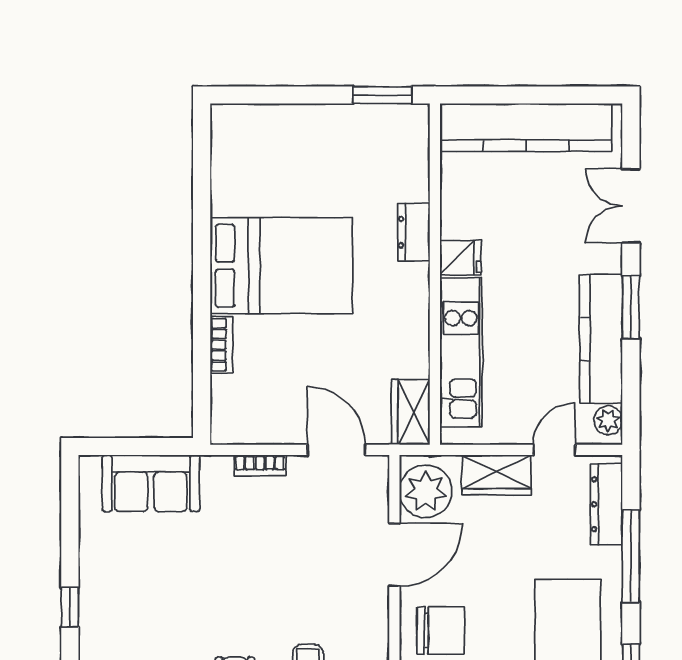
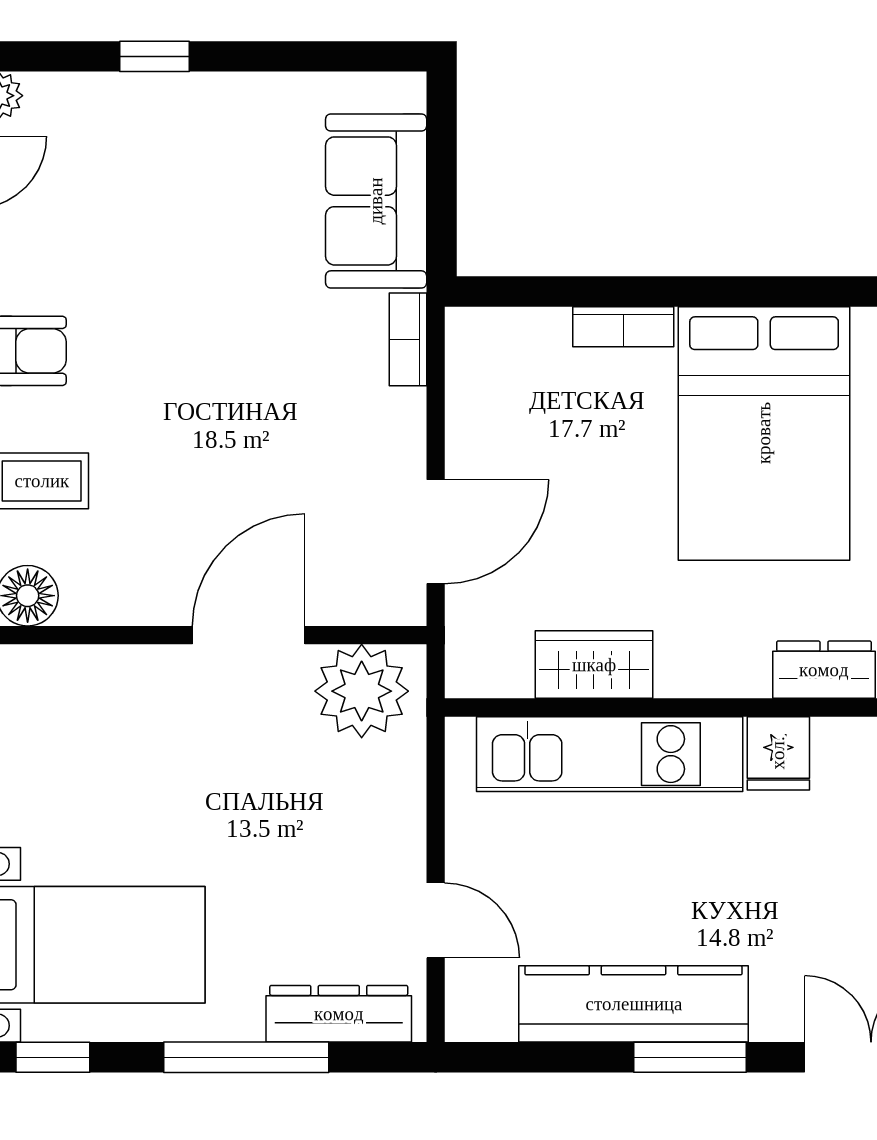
wardrobe: (411, 412) -> (594, 665), moved
plant: (608, 420) -> (488, 1016), removed
bookcase: (260, 465) -> (408, 339), moved
wardrobe: (497, 475) -> (391, 818), removed
door: (394, 555) -> (249, 635), swing flipped
chair: (441, 630) -> (114, 718), removed

